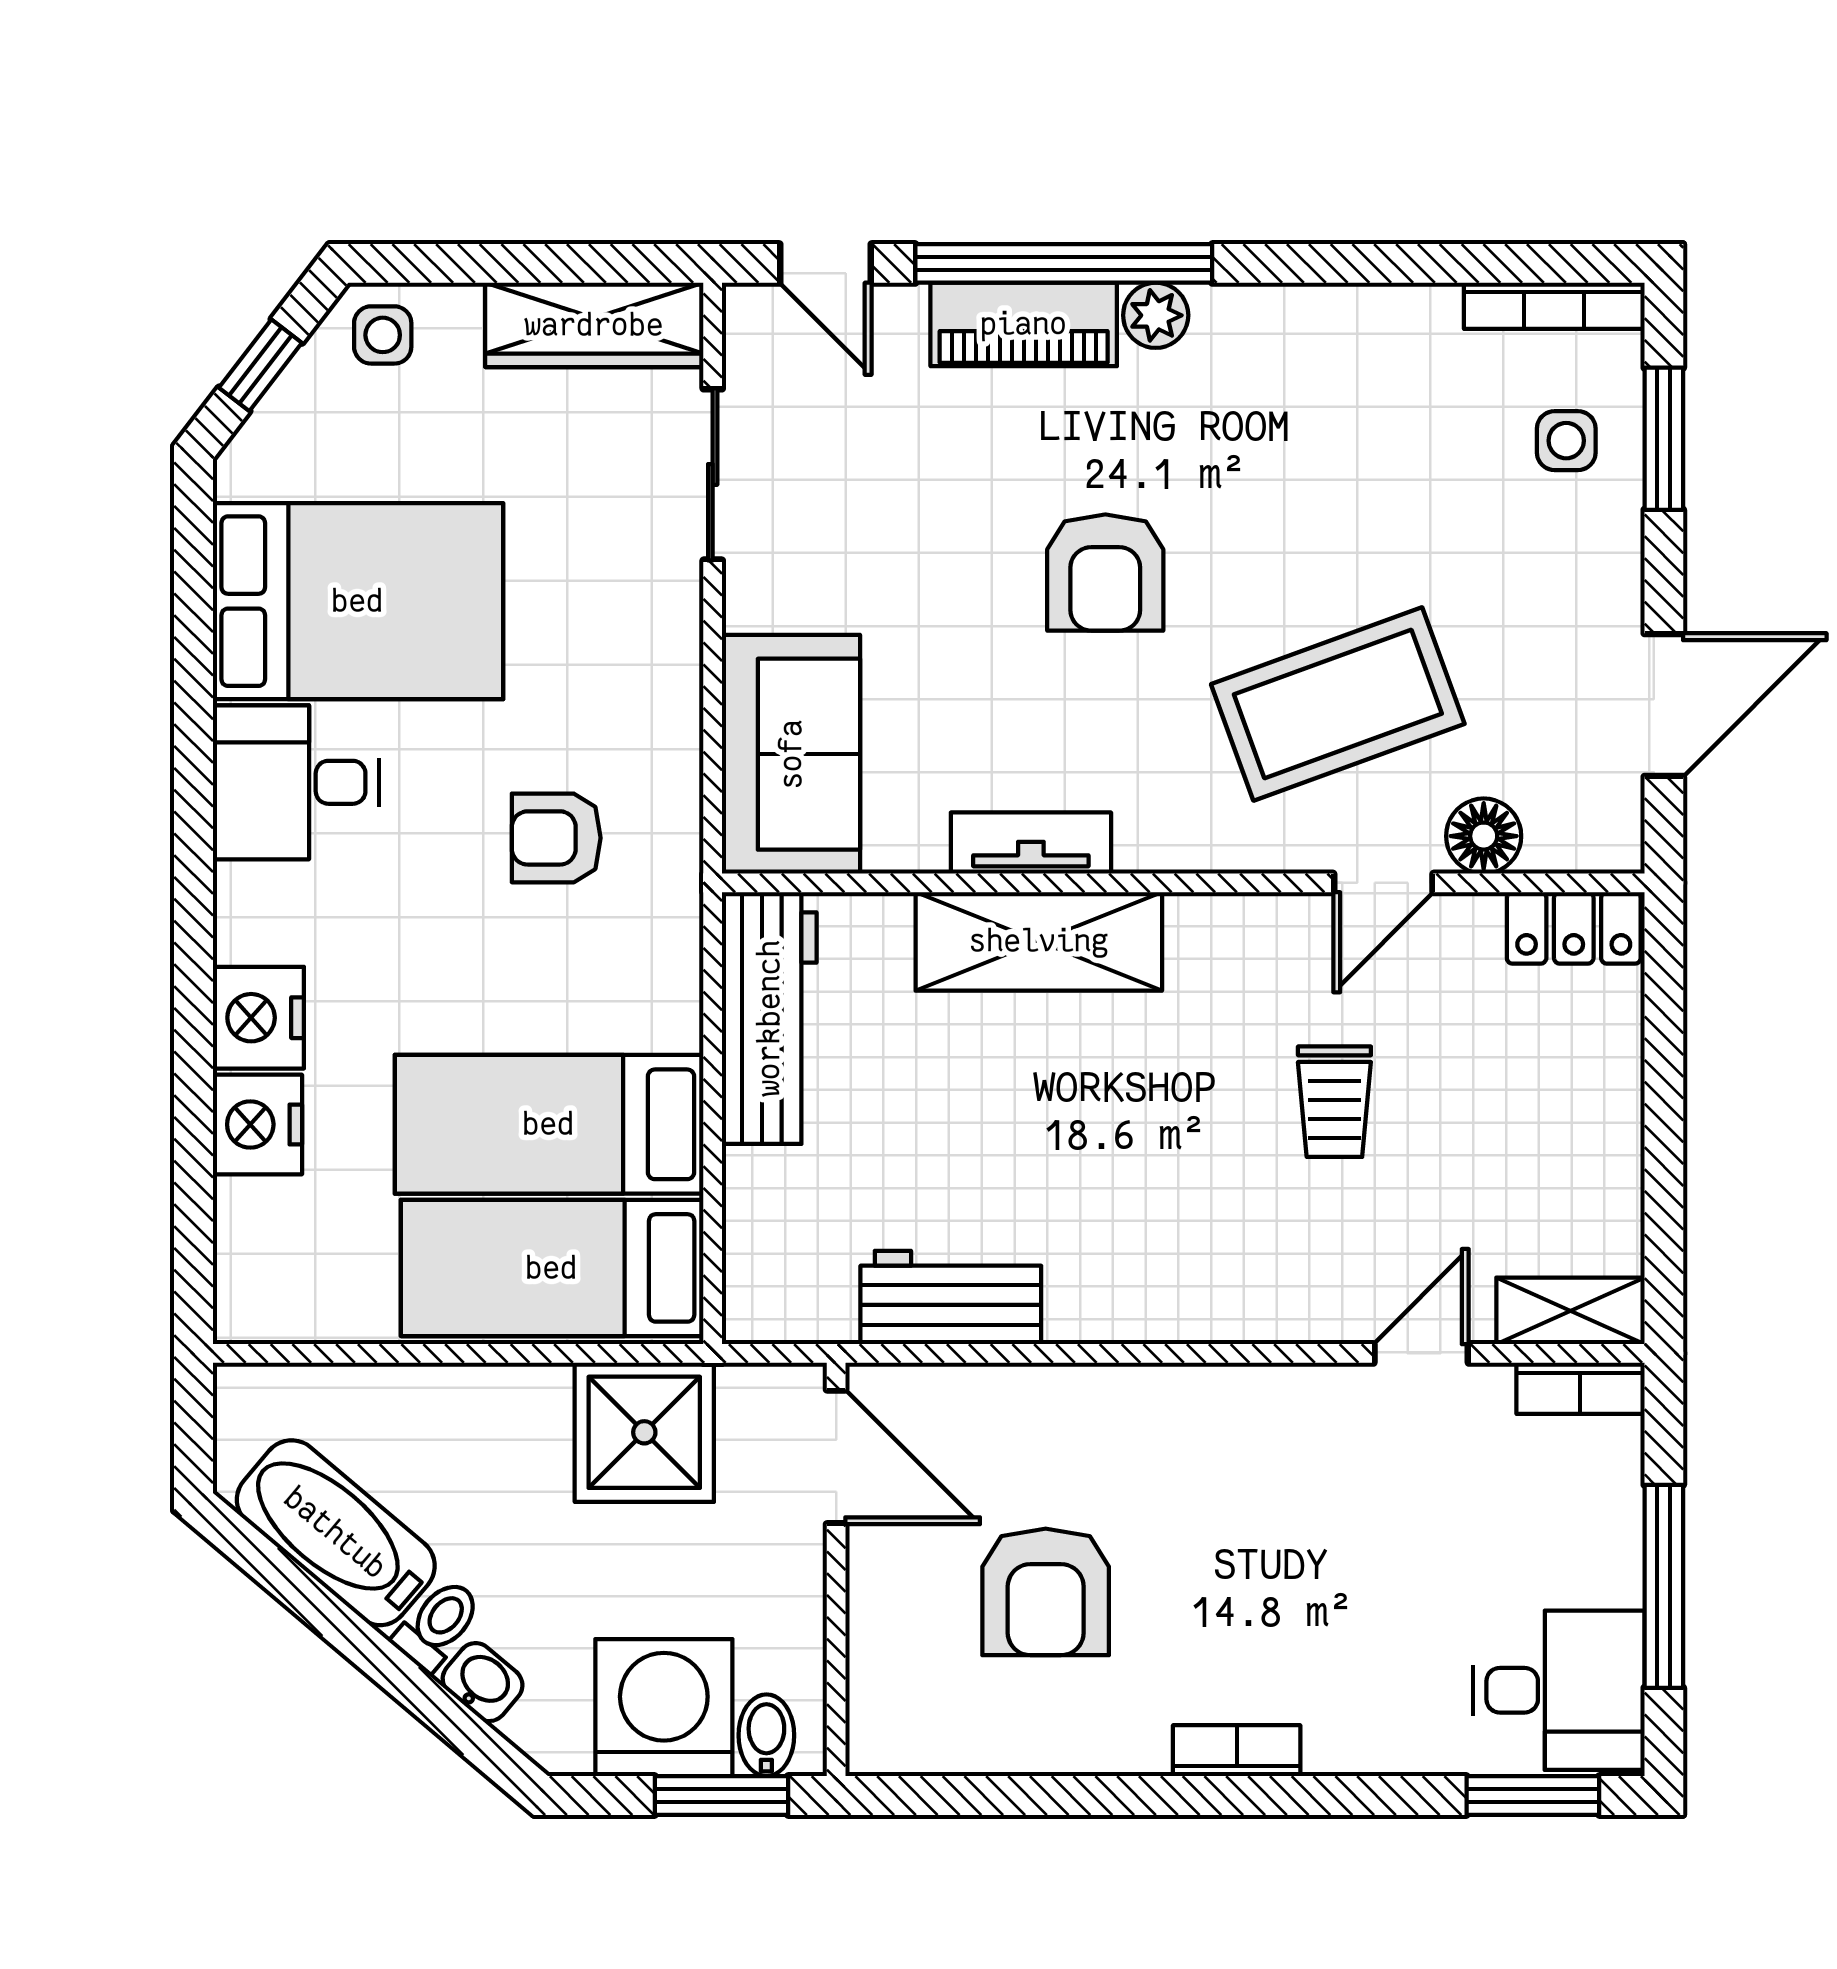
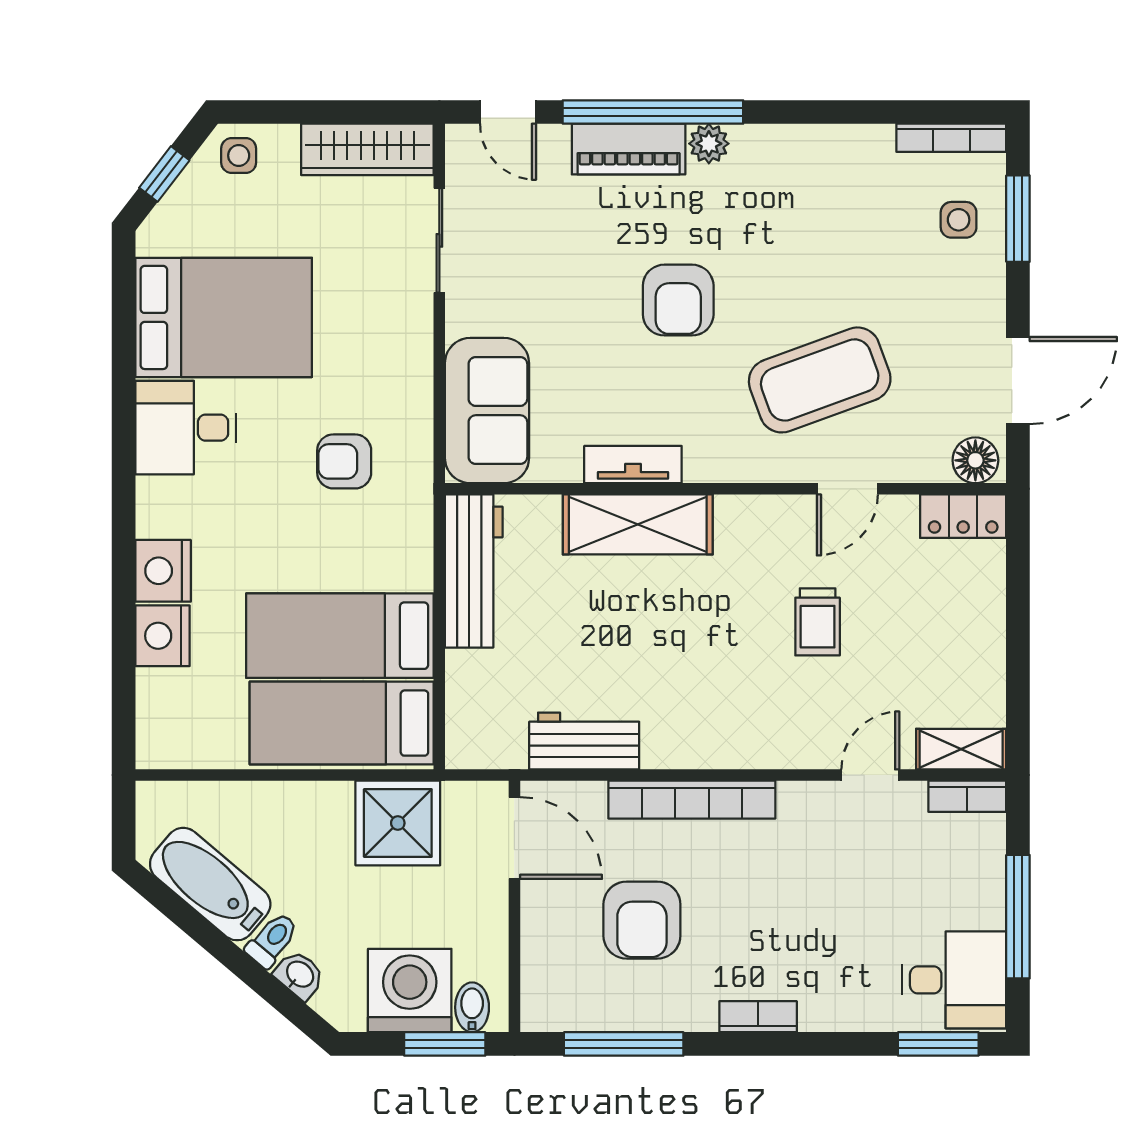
floor lamp: (1484, 836) -> (975, 460), moved
bookcase: (1128, 1394) -> (692, 800), added
window: (1016, 1795) -> (624, 1044), added

